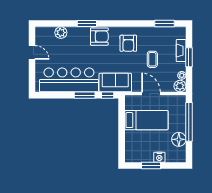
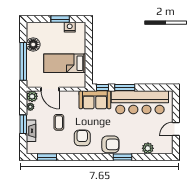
armchair: (99, 37) -> (110, 144), turned 180
door: (32, 52) -> (176, 129), hinge flipped
door: (151, 93) -> (50, 89), moved
nightstand: (159, 157) -> (70, 27), moved

